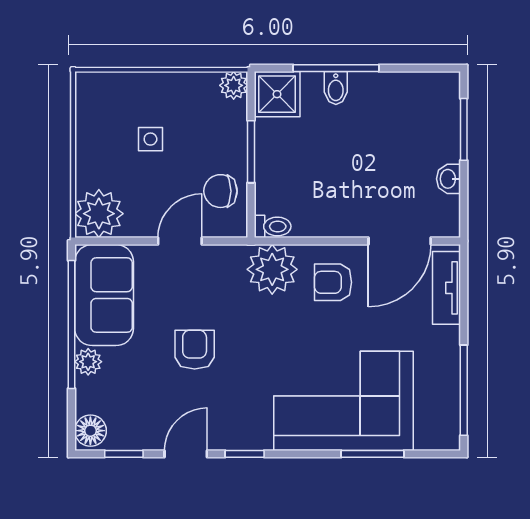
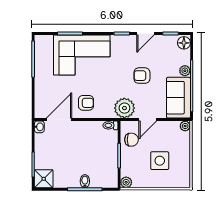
shower: (277, 94) -> (44, 179), moved
side table: (150, 139) -> (160, 161), width x1.87, depth x1.87
washbasin: (449, 179) -> (39, 127), moved
plant: (99, 214) -> (185, 126), width x0.53, depth x0.53
plant: (272, 269) -> (124, 108), moved
tv unit: (447, 288) -> (40, 101), removed
armchair: (195, 350) -> (142, 76), turned 90

